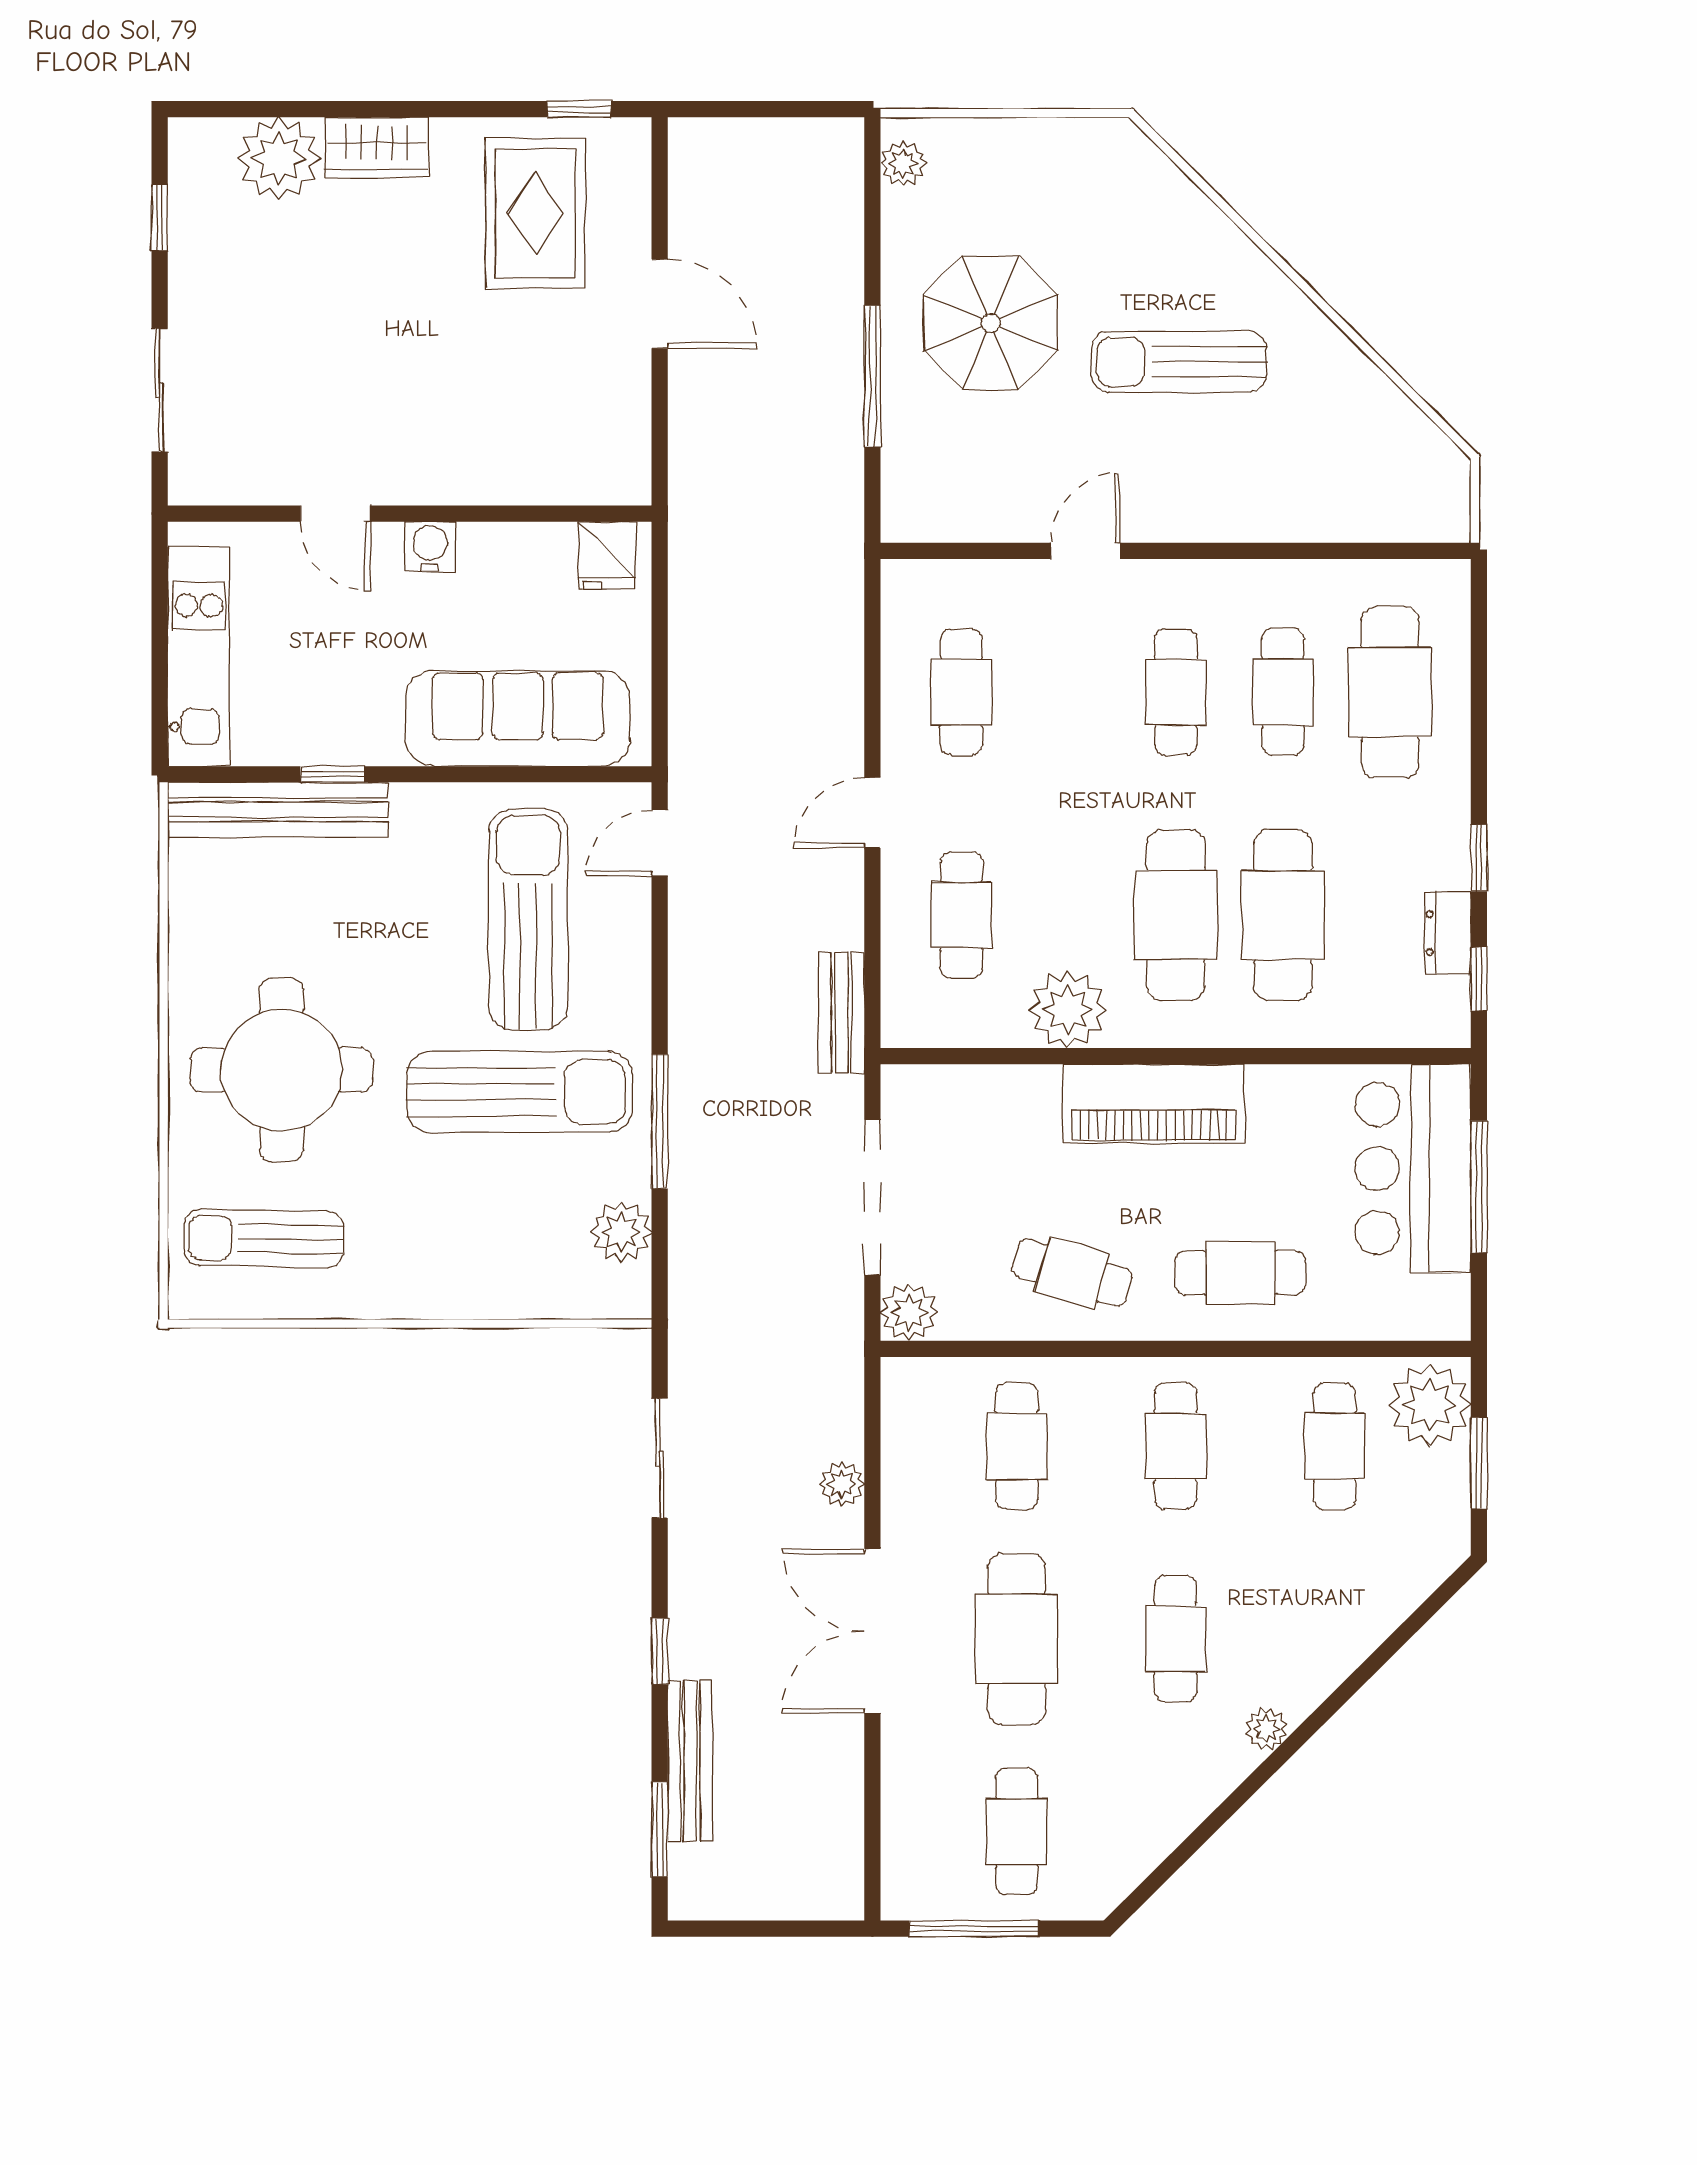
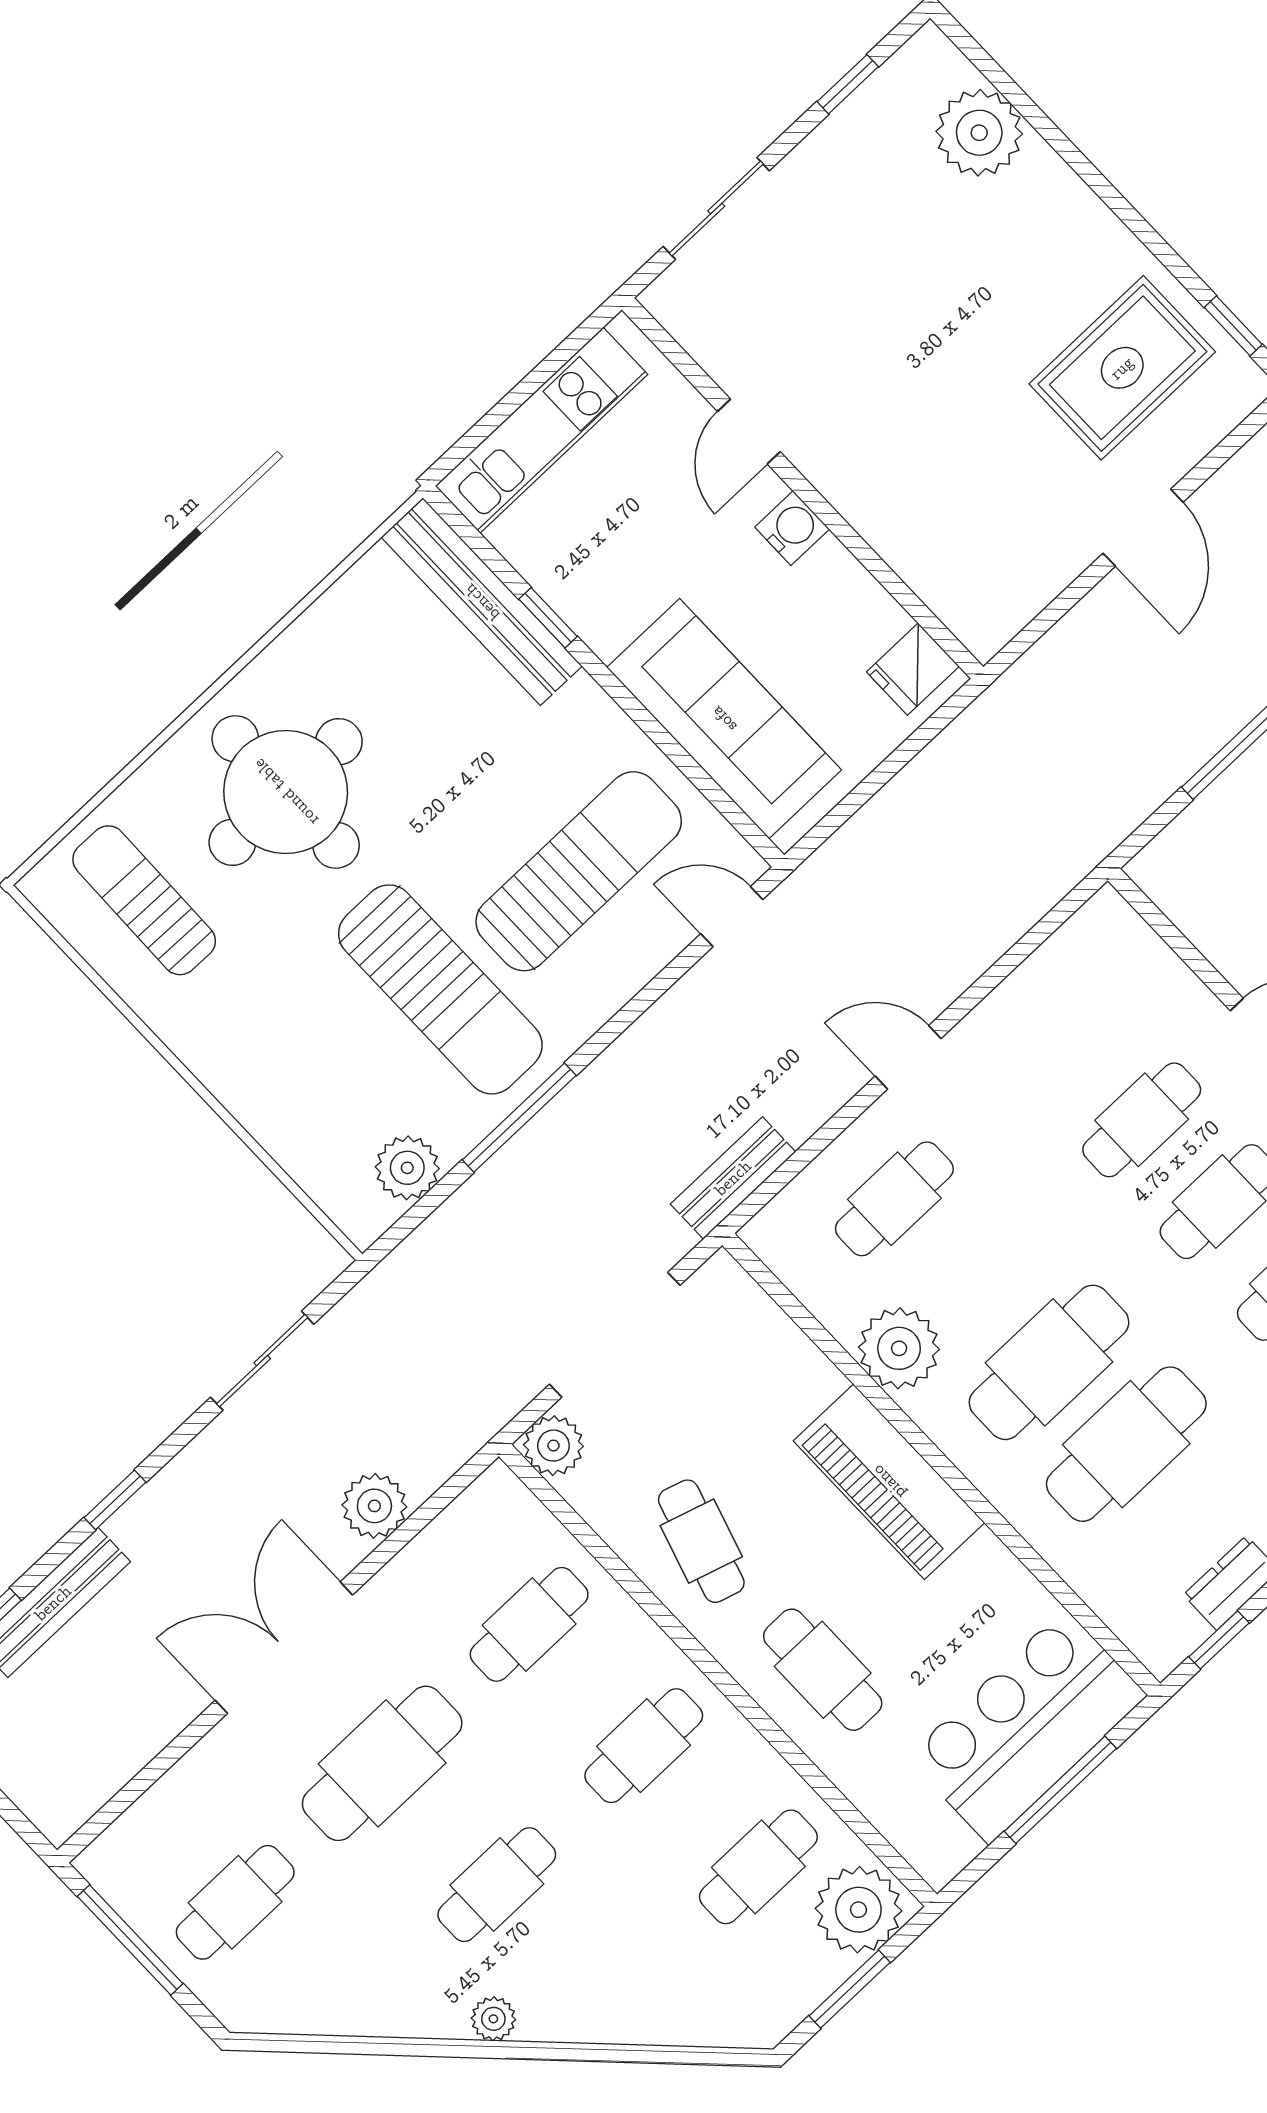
wardrobe: (377, 147) -> (1058, 199), removed
cafe table: (961, 692) -> (1142, 1120), moved
plant: (842, 1484) -> (374, 1506), width x1.38, depth x1.38

